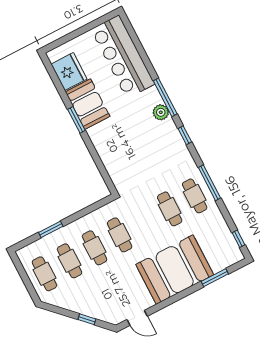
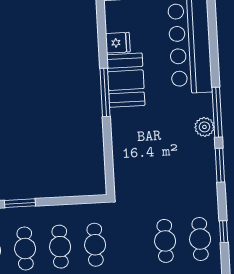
fridge: (69, 72) -> (118, 43), width x0.53, depth x0.75
window: (76, 120) -> (105, 92), width x1.44
window: (185, 135) -> (220, 165), width x1.50
window: (209, 183) -> (224, 232), width x0.46

